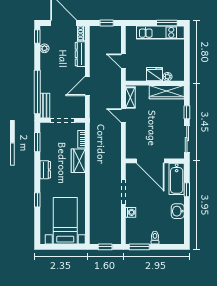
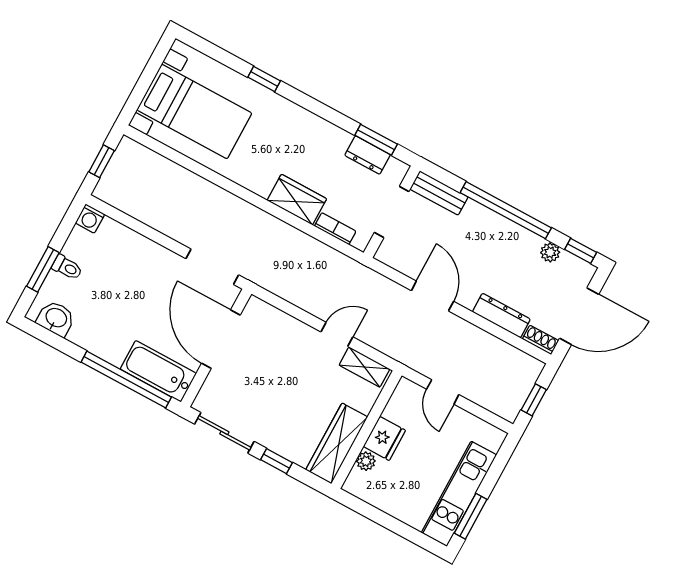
door: (123, 61) -> (443, 392), swing flipped
window: (37, 92) -> (506, 210), moved
door: (150, 161) -> (221, 339), hinge flipped
dresser: (45, 170) -> (368, 155), moved
window: (187, 190) -> (126, 380), width x3.17
doorway: (123, 192) -> (212, 267), moved
washbasin: (178, 211) -> (56, 318), moved
washing machine: (131, 212) -> (90, 219), moved
window: (139, 247) -> (43, 269), moved

